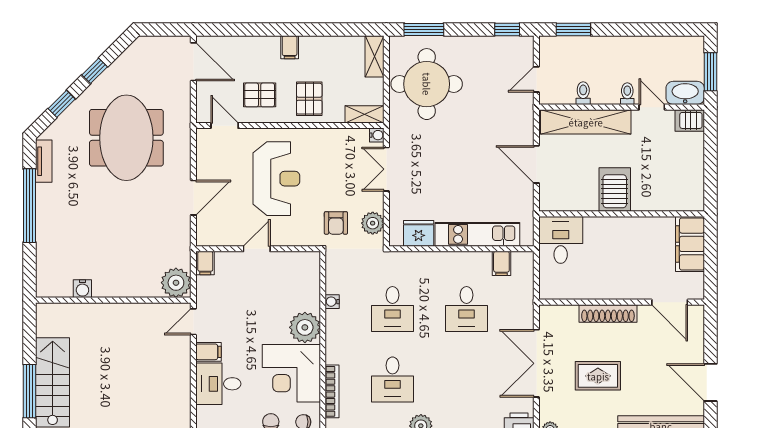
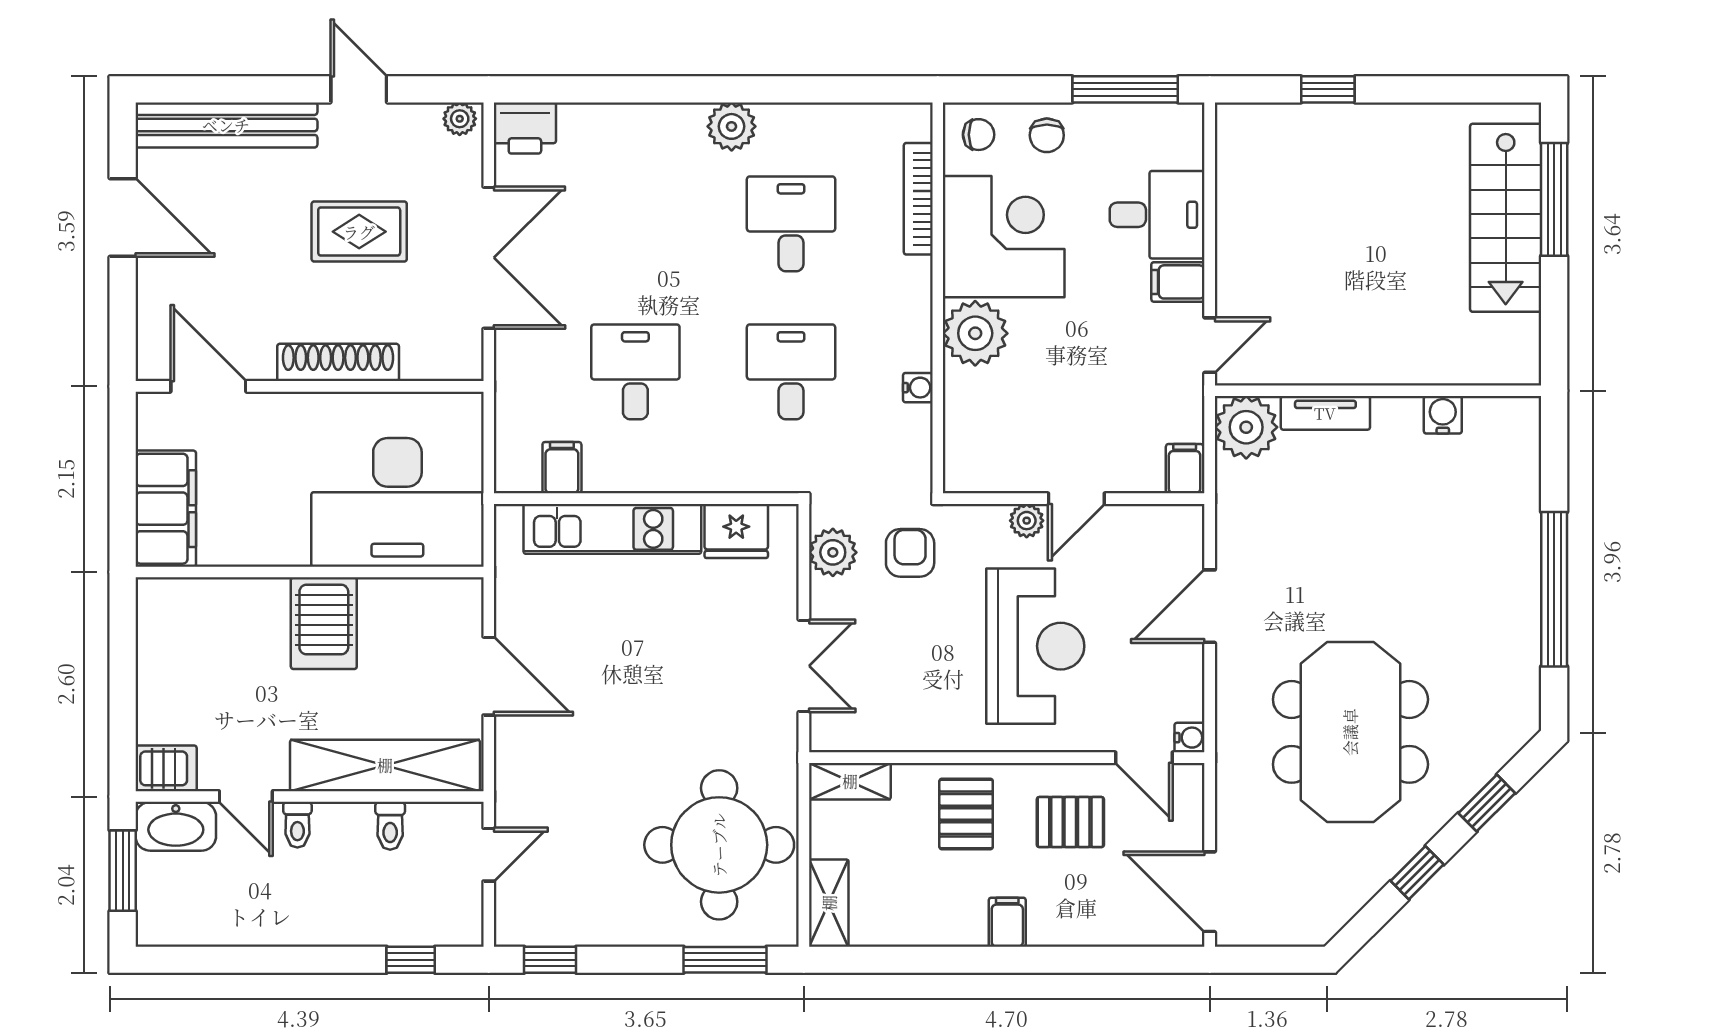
window: (573, 29) -> (411, 960), width x0.67
water cooler: (377, 135) -> (1190, 738), moved, turned 180
tv unit: (44, 161) -> (1325, 413), moved, turned -90
reception desk: (276, 179) -> (1035, 646), turned 180
plant: (280, 238) -> (1027, 521), added
desk: (561, 240) -> (397, 502), width x1.87, depth x1.30

